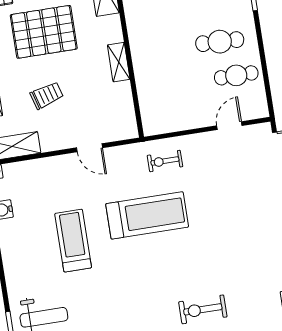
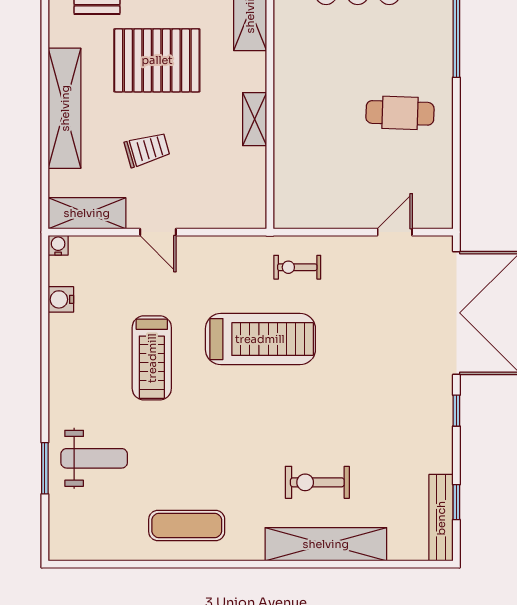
cafe table: (236, 75) -> (416, 164), removed
door: (90, 148) -> (158, 232), moved
treadmill: (73, 241) -> (152, 358), turned 180

